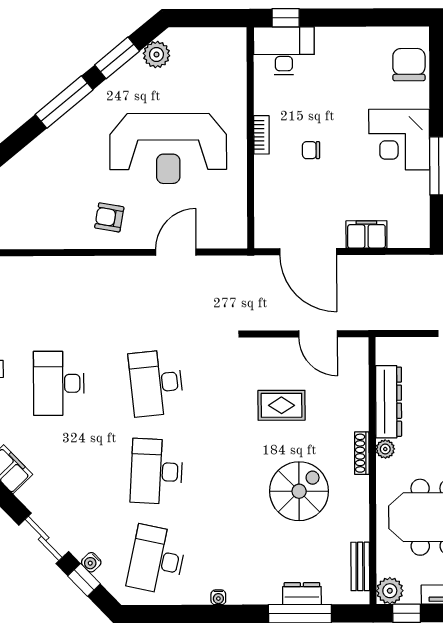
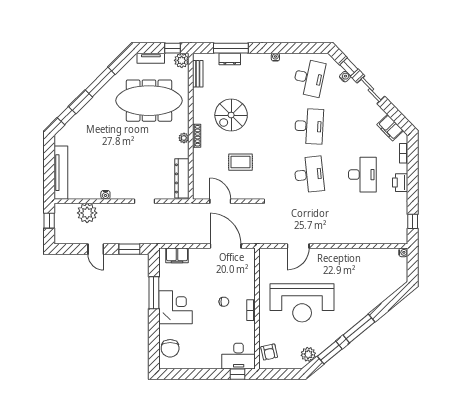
reception desk: (168, 148) -> (302, 303), turned 180
armchair: (109, 217) -> (269, 352), moved, turned 68
filing cabinet: (366, 234) -> (177, 255), moved
dresser: (389, 402) -> (182, 178), moved

